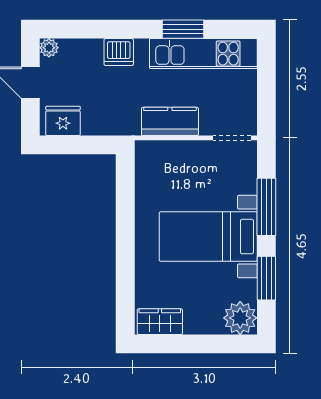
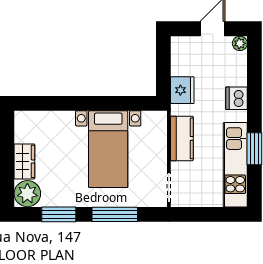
fridge: (63, 121) -> (182, 90), moved
bed with nightstands: (208, 237) -> (108, 149), moved, turned 180
wardrobe: (160, 322) -> (24, 161), moved

